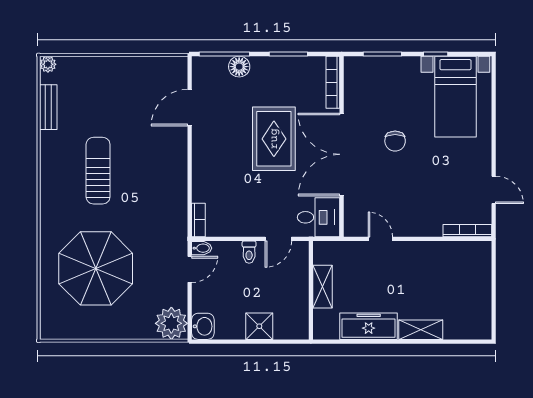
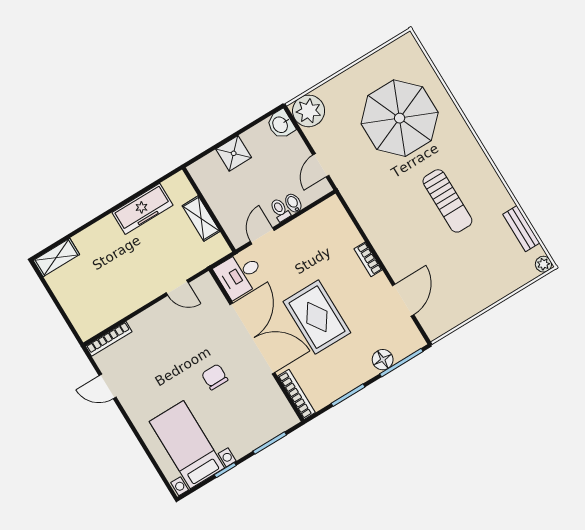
bookcase: (198, 220) -> (368, 259), moved
bidet: (202, 248) -> (293, 203), moved, turned 90
shelving: (421, 330) -> (56, 258), moved

